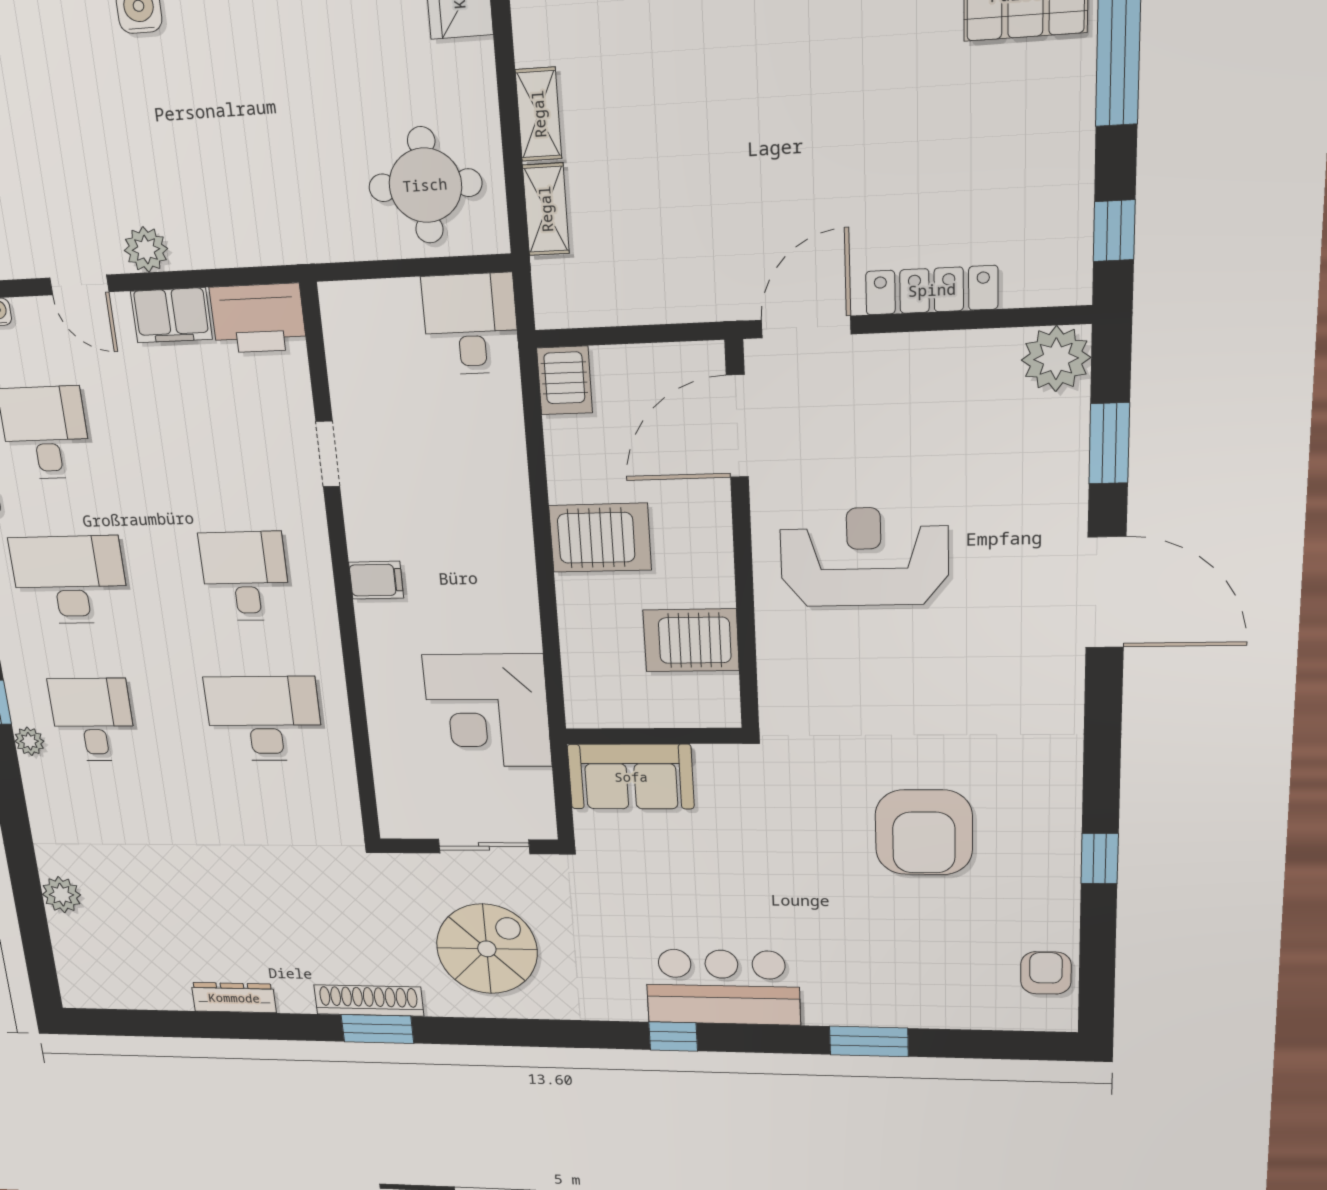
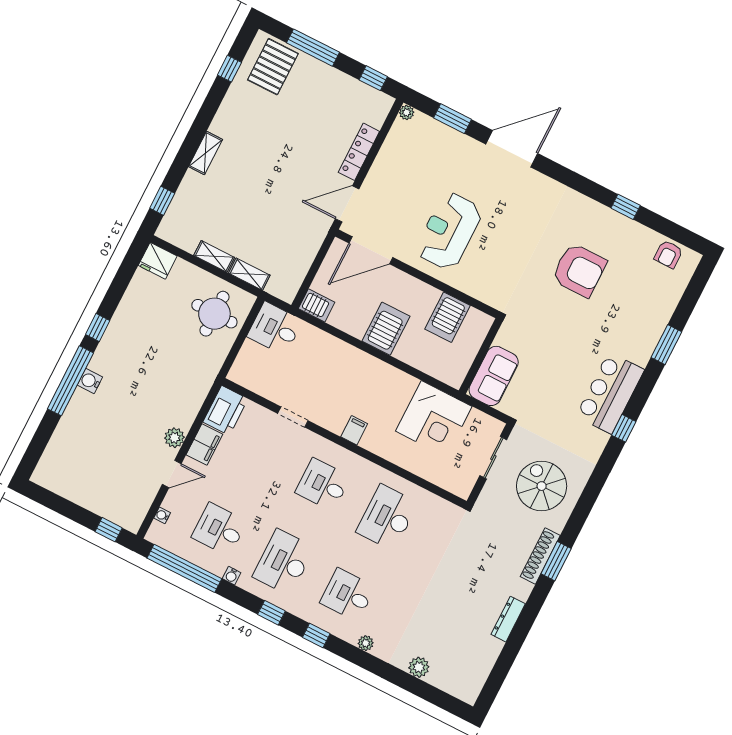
door: (806, 327) -> (347, 204), hinge flipped
plant: (1056, 359) -> (407, 112), width x0.53, depth x0.53
door: (737, 426) -> (371, 250), hinge flipped
plant: (29, 741) -> (366, 643), moved
armchair: (1046, 973) -> (668, 254), turned -90

